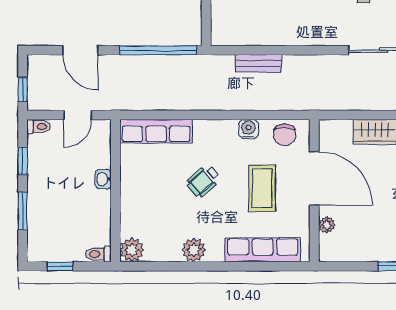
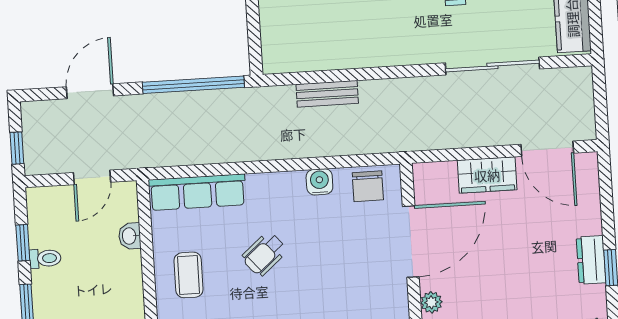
door: (80, 50) -> (90, 91), swing flipped
toilet: (39, 127) -> (45, 258), moved
door: (314, 178) -> (411, 242), hinge flipped
washbasin: (103, 179) -> (130, 236), moved
coffee table: (262, 188) -> (189, 275), moved, width x0.73, depth x0.77

